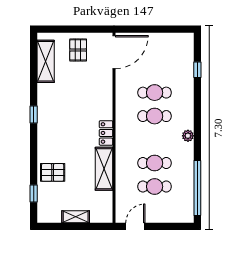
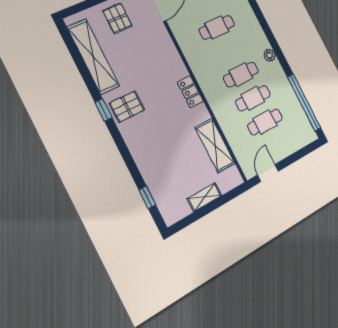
shelving: (46, 61) -> (93, 57), width x1.47
cafe table: (155, 116) -> (241, 75), moved
shelving: (104, 169) -> (215, 145), moved
pallet: (53, 172) -> (127, 107), moved

